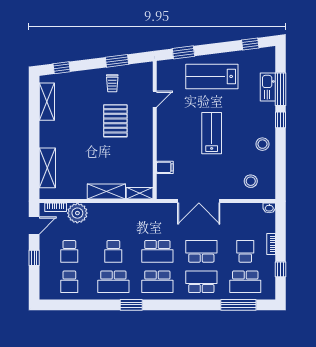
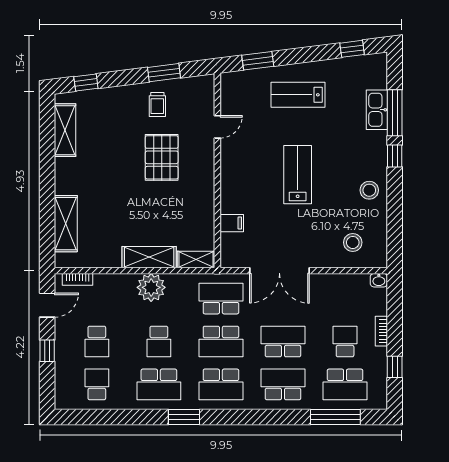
lab bench: (212, 76) -> (298, 95), width x0.73, depth x0.72
plant: (77, 213) -> (151, 287), moved
school desk: (157, 221) -> (221, 299), added
school desk: (69, 282) -> (97, 384), turned 180

